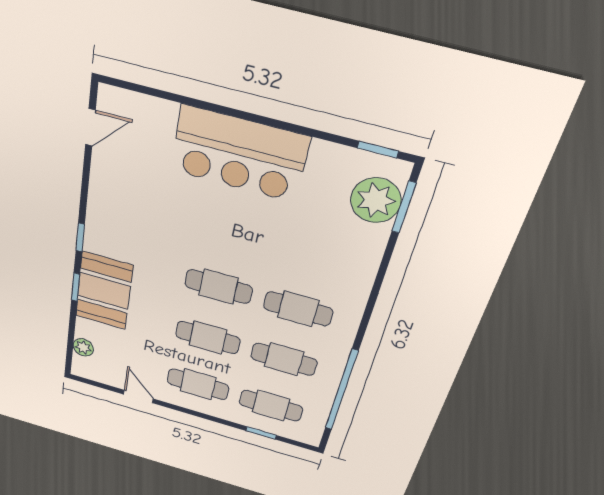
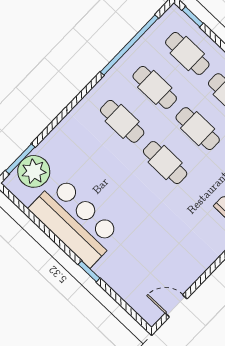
window: (378, 150) -> (89, 271), moved
bar counter: (239, 154) -> (75, 221), moved
window: (261, 433) -> (193, 17), moved

